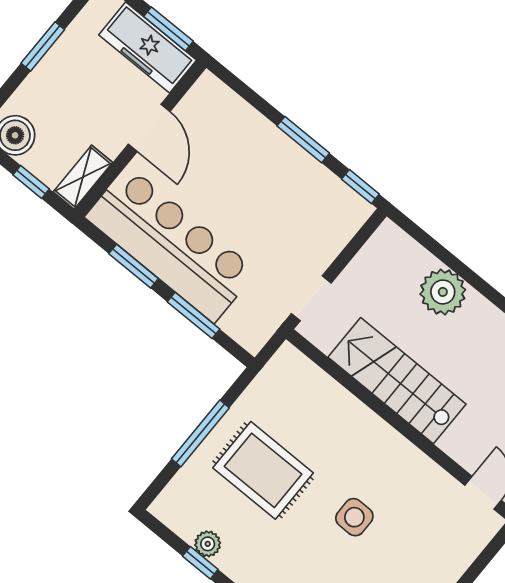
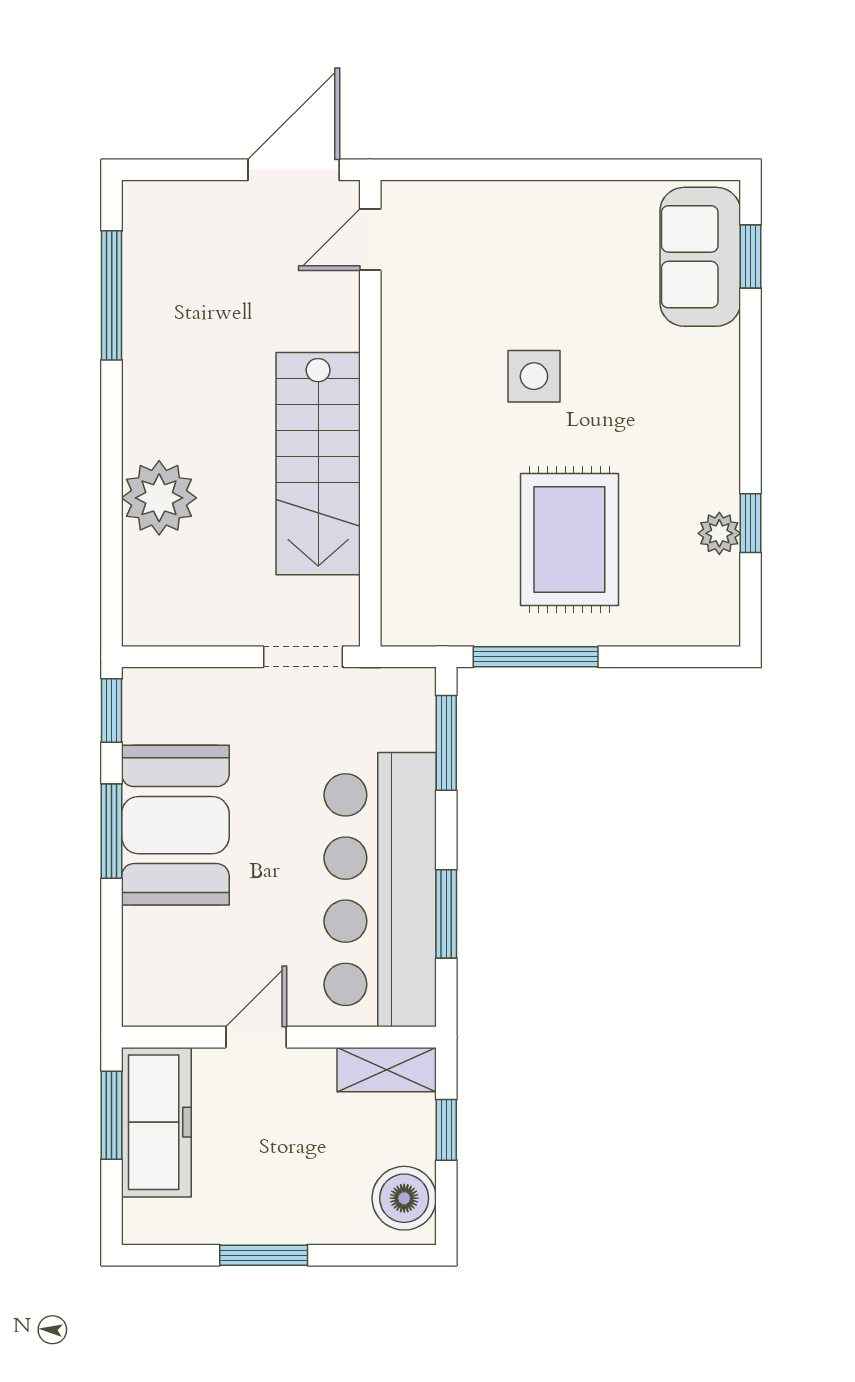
door: (149, 128) -> (256, 1037), width x0.73
booth: (281, 172) -> (175, 825), added
window: (194, 315) -> (446, 743), moved
window: (200, 433) -> (536, 657), moved

